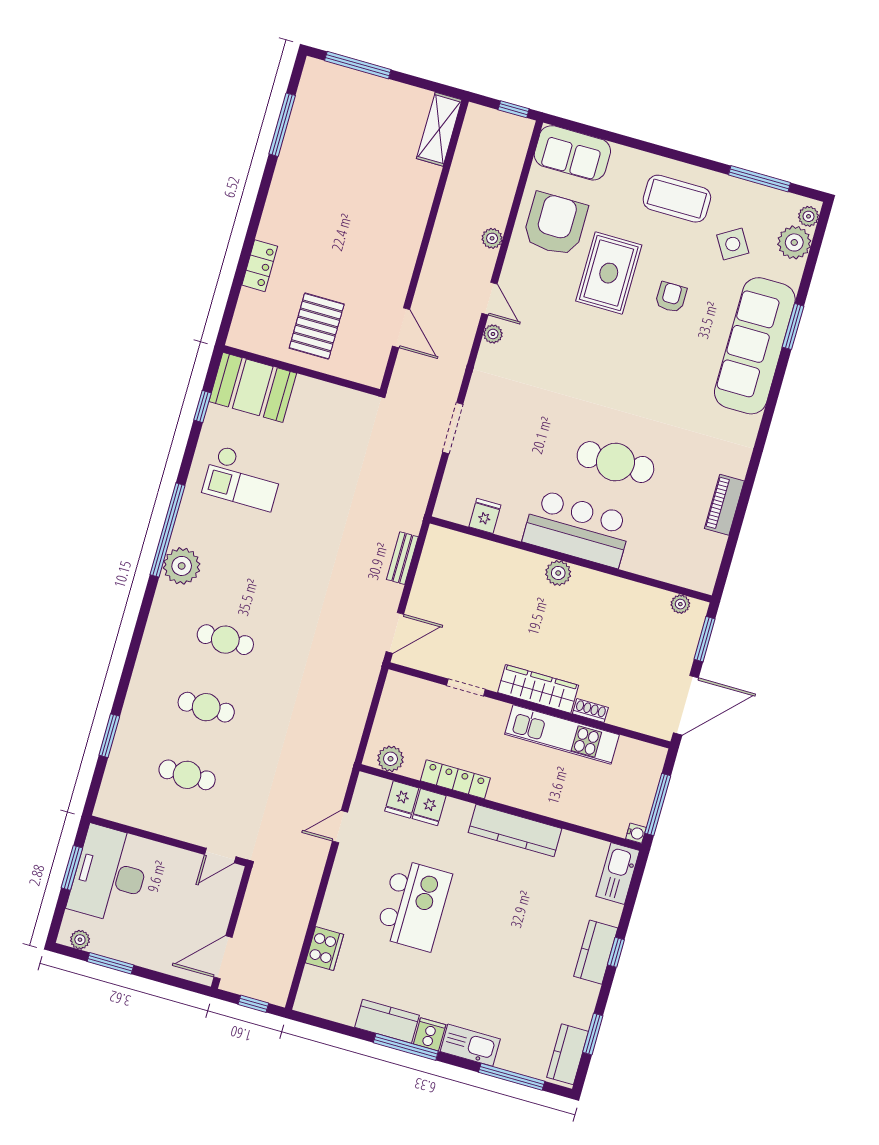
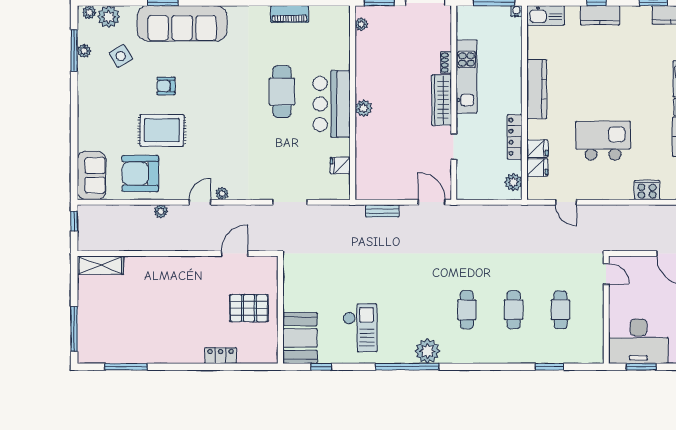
plant: (755, 193) -> (84, 51), added
coffee table: (677, 199) -> (102, 100), removed

